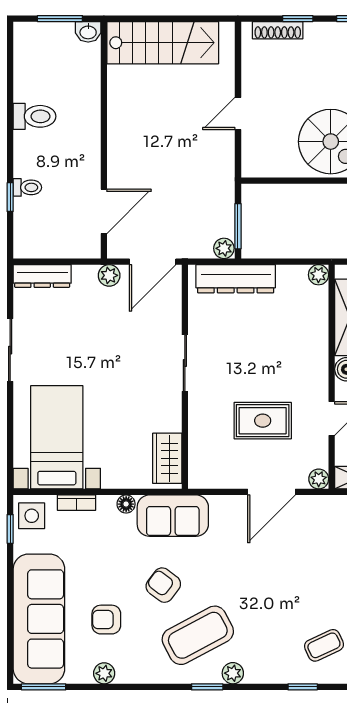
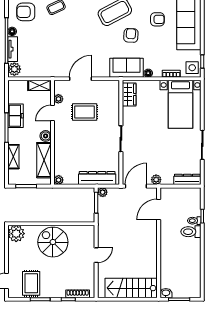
toilet: (35, 116) -> (191, 232), moved
plant: (319, 479) -> (58, 99), moved
armchair: (163, 585) -> (131, 35), turned -123

